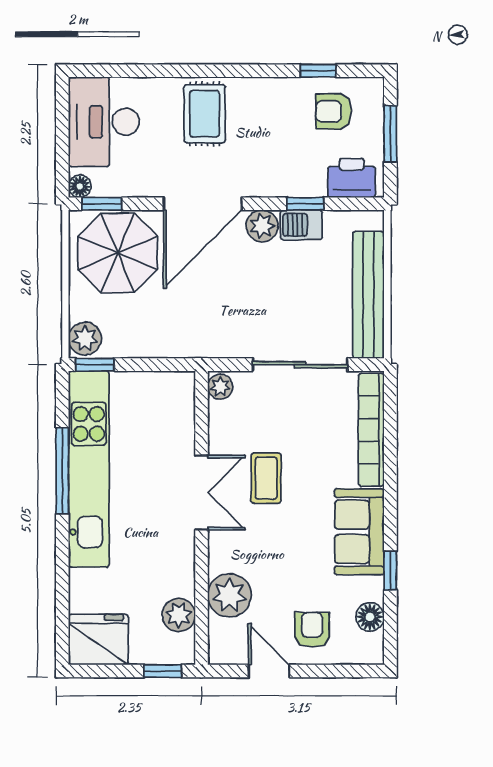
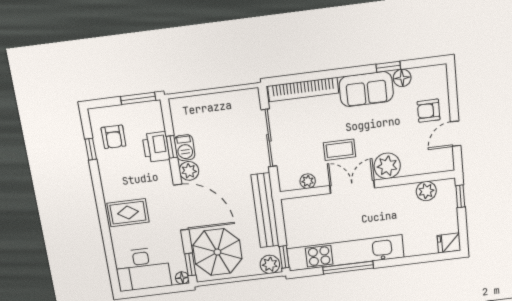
window: (390, 134) -> (138, 98), moved
printer: (352, 178) -> (156, 147), moved
bench: (368, 295) -> (265, 210), moved, turned 90
plant: (220, 387) -> (308, 181), moved
plant: (229, 595) -> (387, 166), moved
floor lamp: (370, 617) -> (402, 78), moved
fridge: (98, 640) -> (449, 243), width x0.53, depth x0.75

